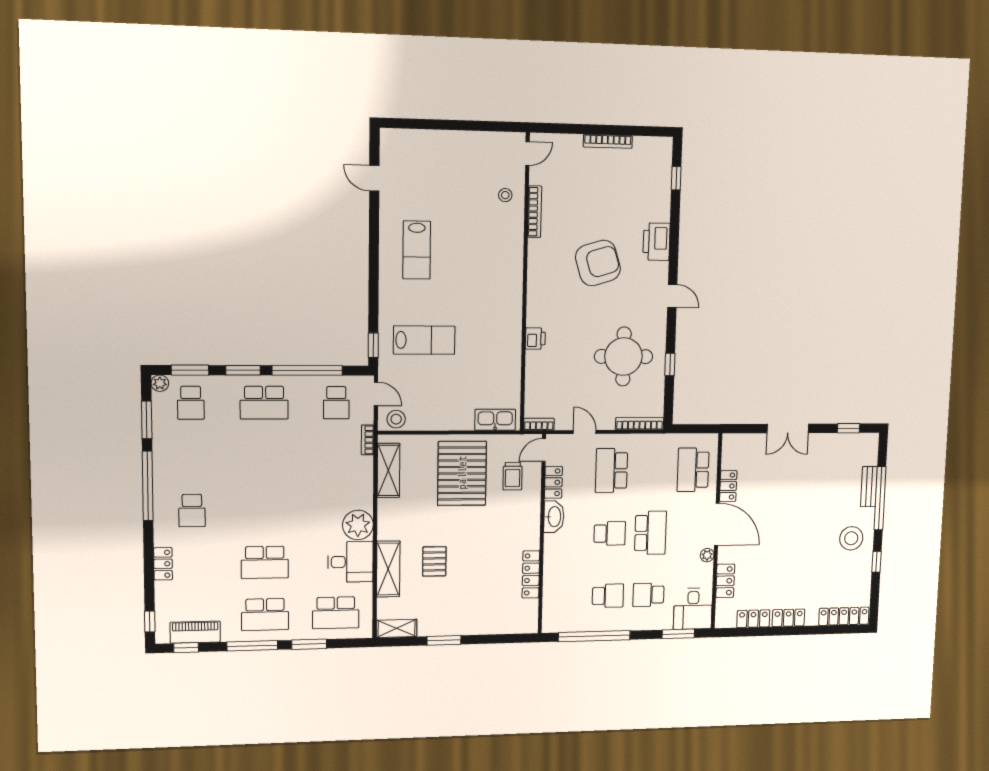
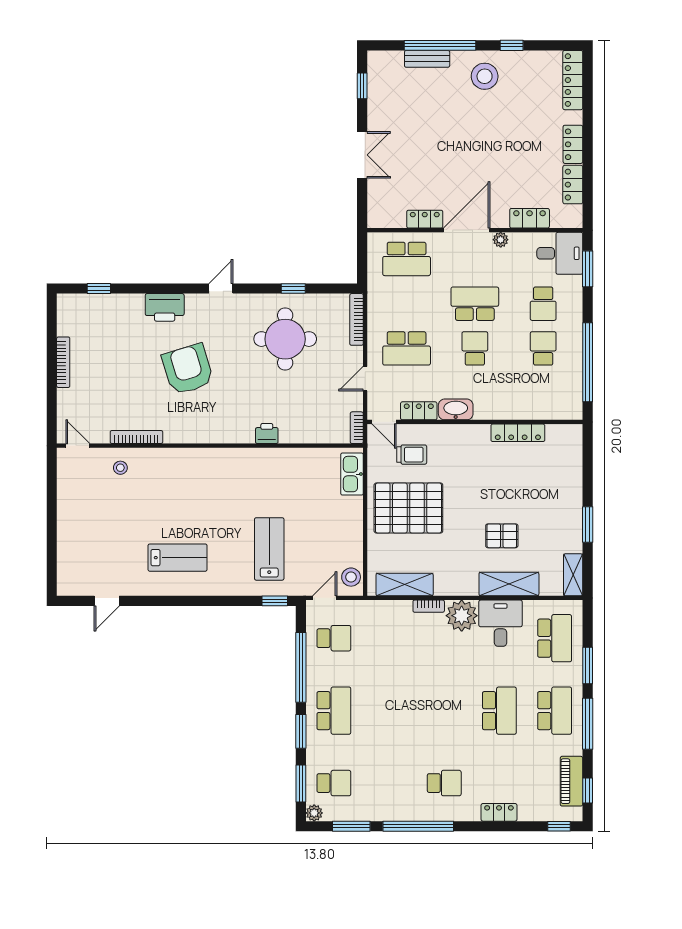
bookcase: (368, 440) -> (429, 606), moved

